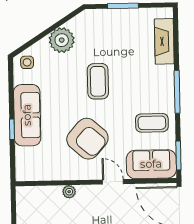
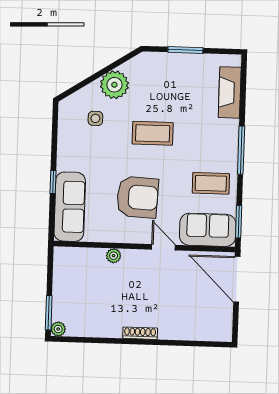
side table: (27, 62) -> (95, 118), moved
coffee table: (98, 81) -> (153, 133), turned 90
sofa: (27, 115) -> (70, 207), moved
armchair: (87, 139) -> (137, 197), turned -38

